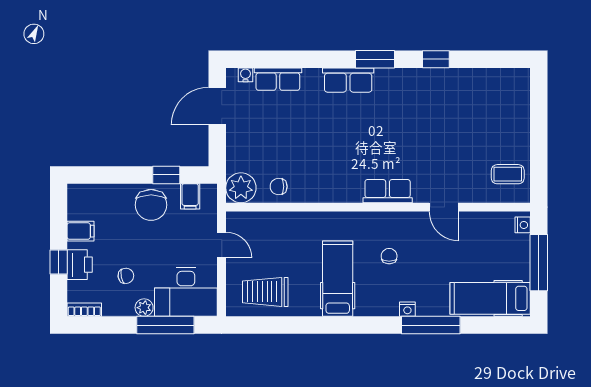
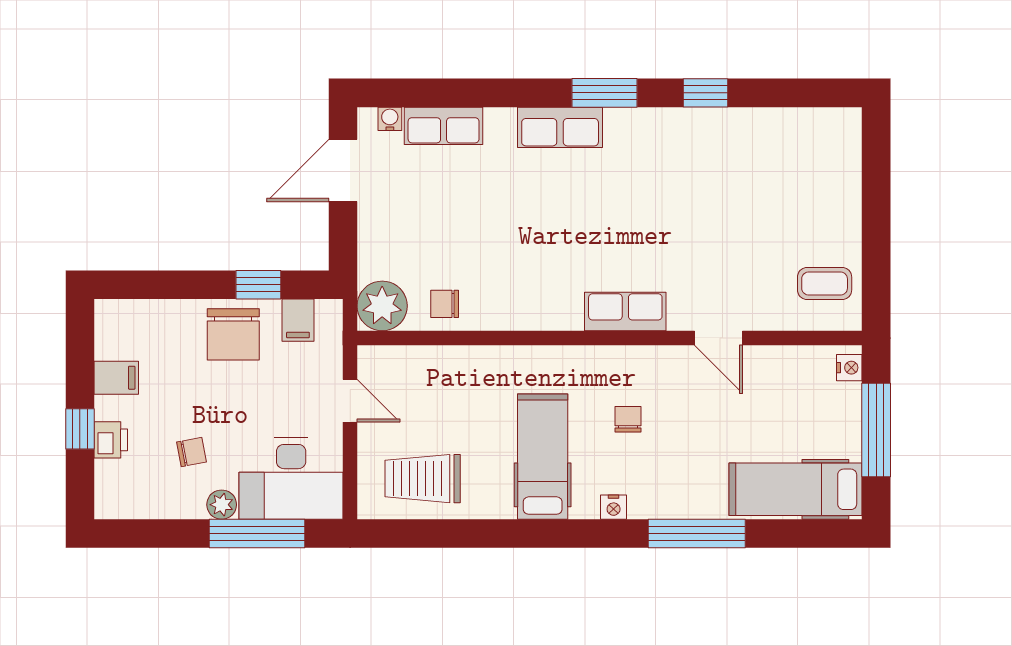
printer: (80, 265) -> (111, 440), width x0.73, depth x0.81
nightstand: (407, 309) -> (614, 507), moved
bookcase: (84, 310) -> (123, 508), removed

